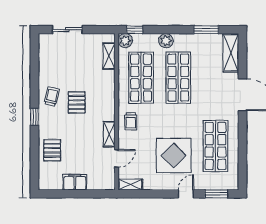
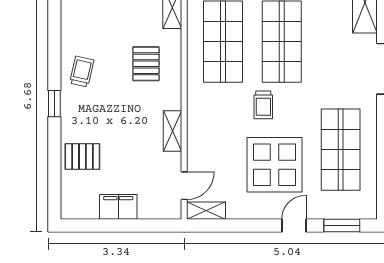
pallet: (77, 103) -> (146, 64), moved
trolley: (131, 121) -> (263, 105), moved
pallet: (52, 150) -> (82, 156), turned 90
door: (117, 158) -> (184, 186), moved

